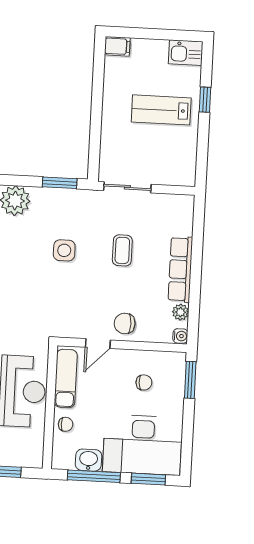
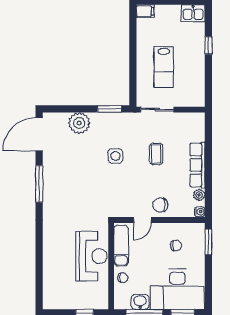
lab bench: (161, 110) -> (164, 67), moved, turned -90

